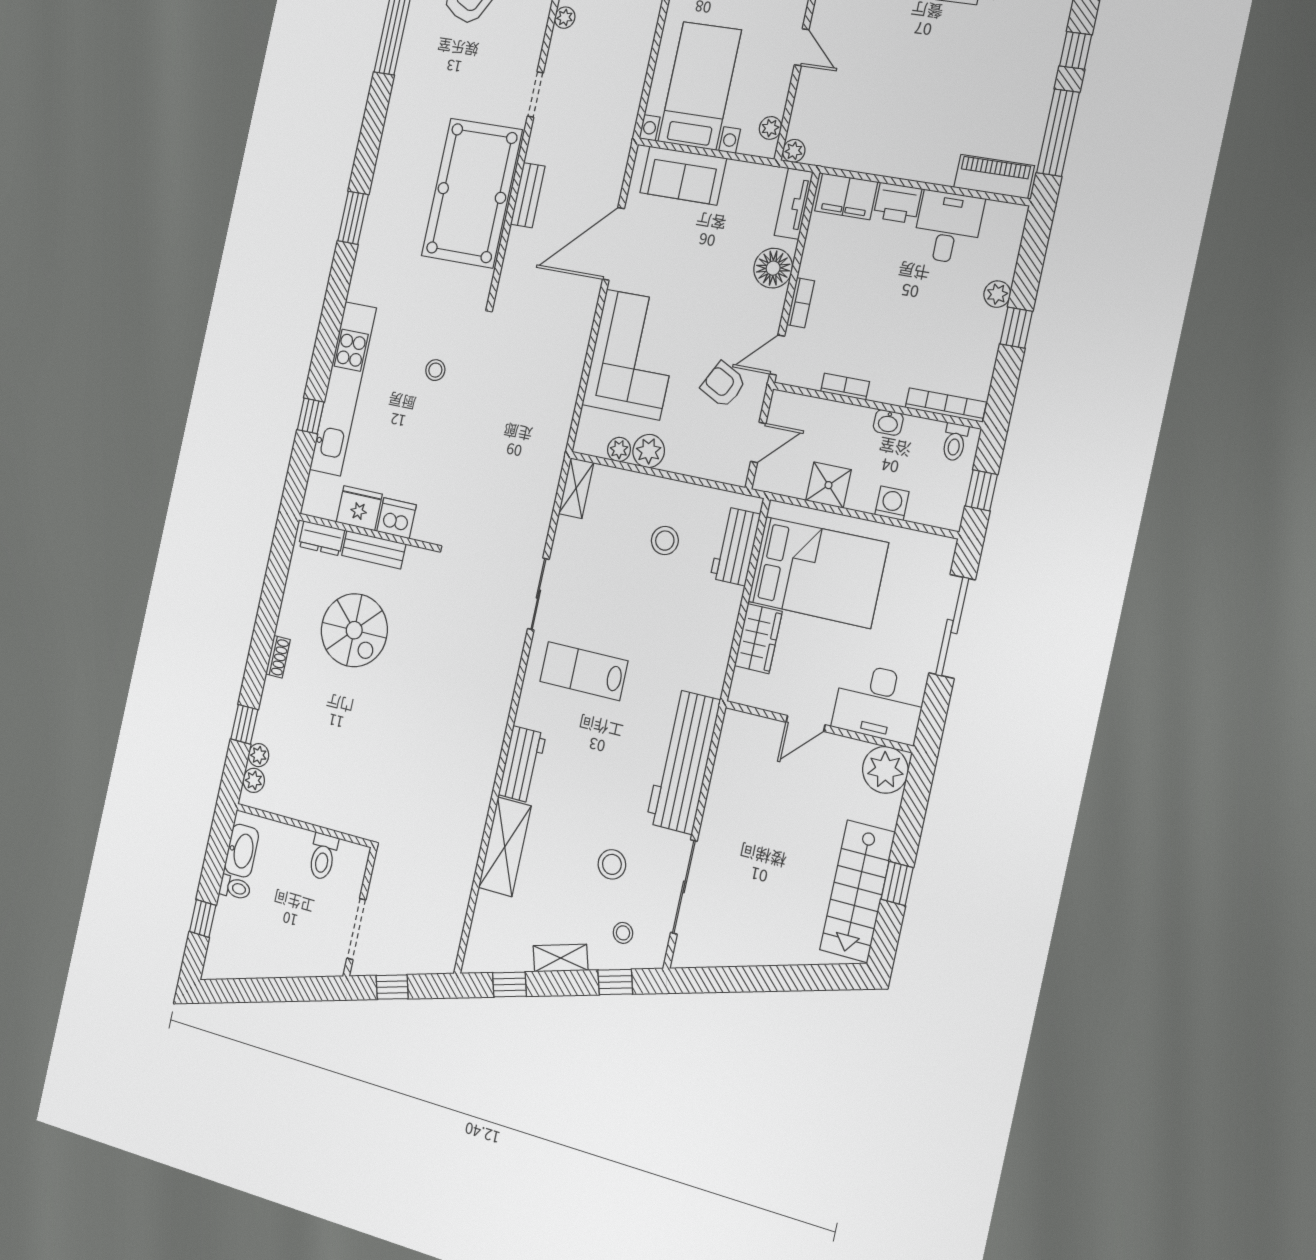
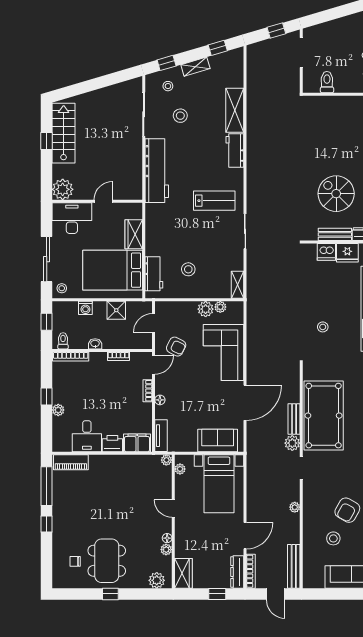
plant: (541, 147) -> (292, 443), added
floor lamp: (773, 268) -> (160, 400), width x0.53, depth x0.53
stool: (933, 556) -> (62, 288), added

